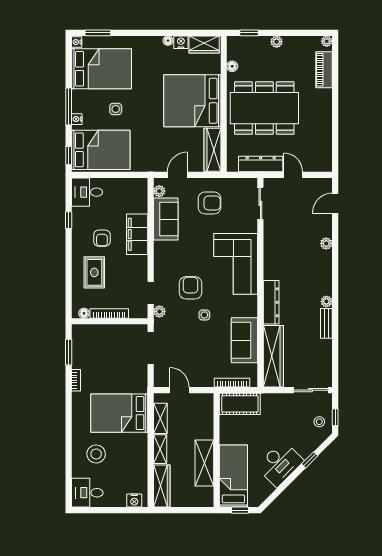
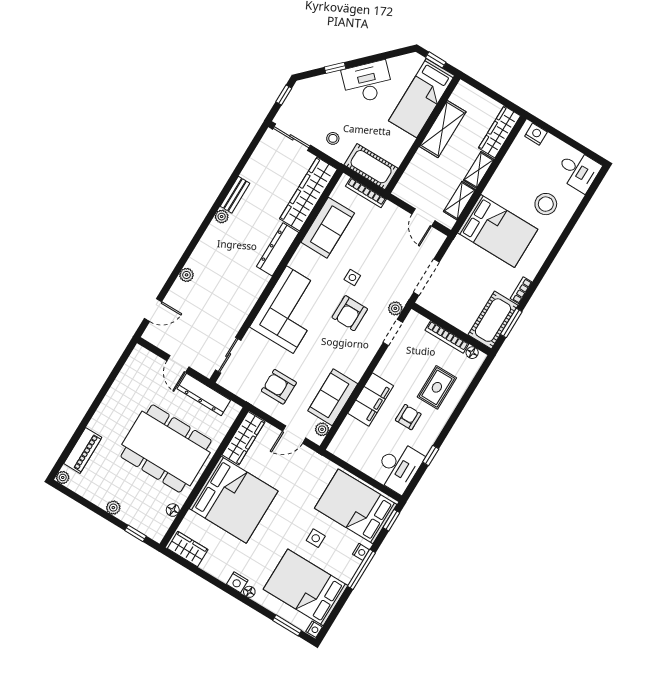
floor lamp: (168, 41) -> (249, 592), moved
nightstand: (181, 42) -> (237, 582), moved
desk: (87, 192) -> (398, 467), width x1.37
cot: (83, 346) -> (493, 320), added
stool: (319, 422) -> (333, 138), moved

